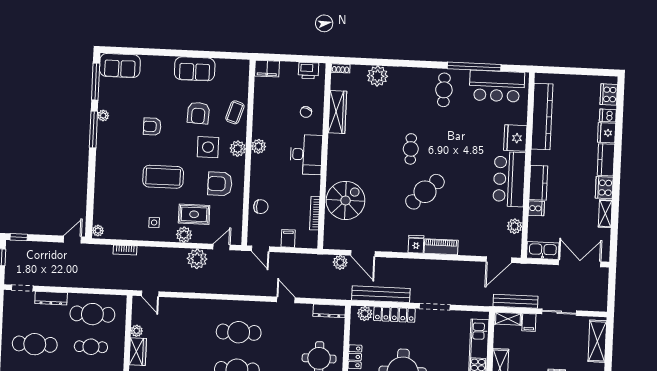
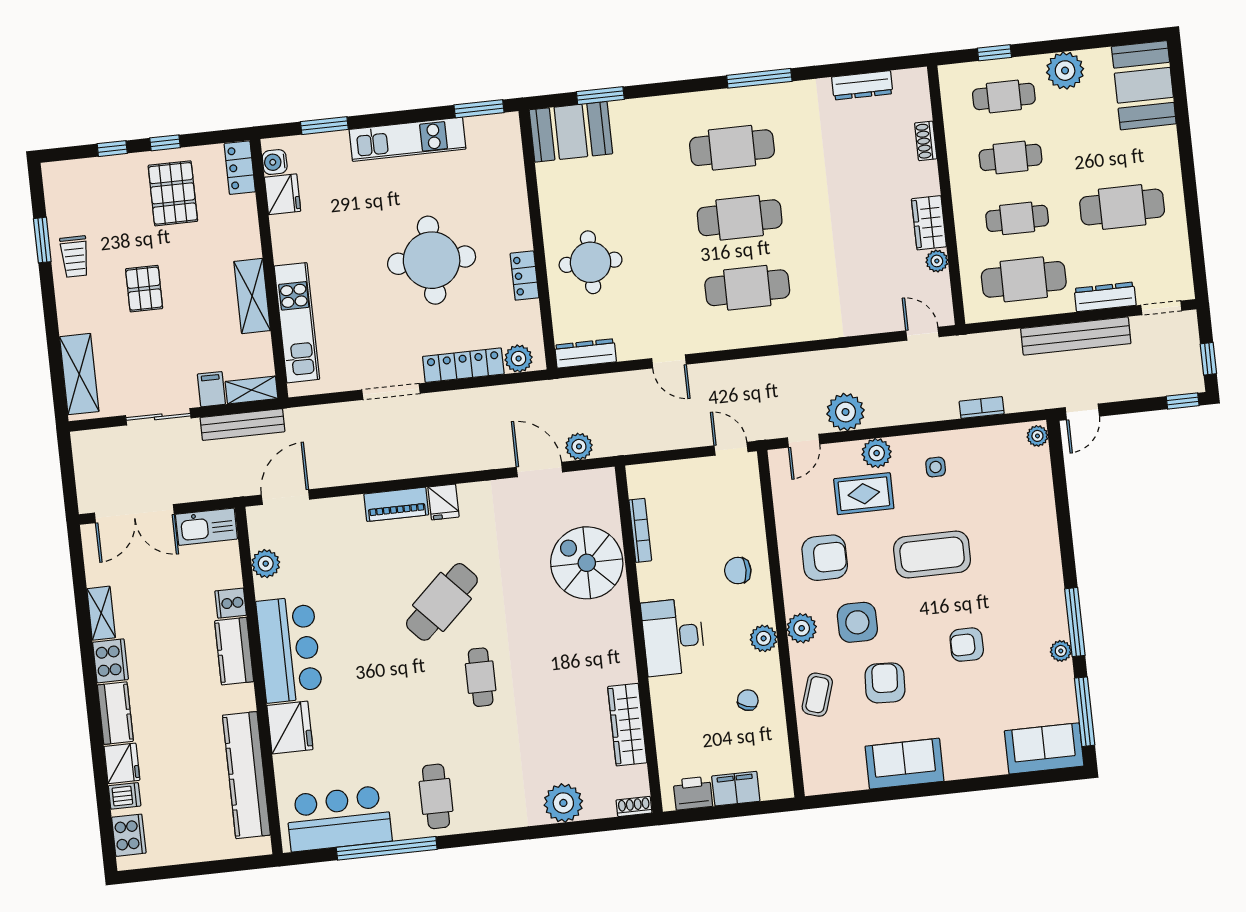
filing cabinet: (267, 69) -> (736, 789), moved
chair: (306, 112) -> (748, 700), moved
armchair: (152, 126) -> (967, 645), turned 180
spiral stairs: (346, 200) -> (587, 563), turned 90
chair: (261, 207) -> (738, 571), moved
filing cabinet: (288, 238) -> (682, 476), removed
bench: (381, 294) -> (1076, 336), moved

